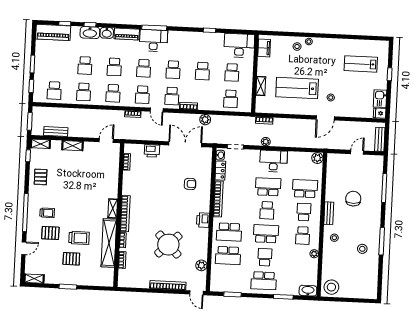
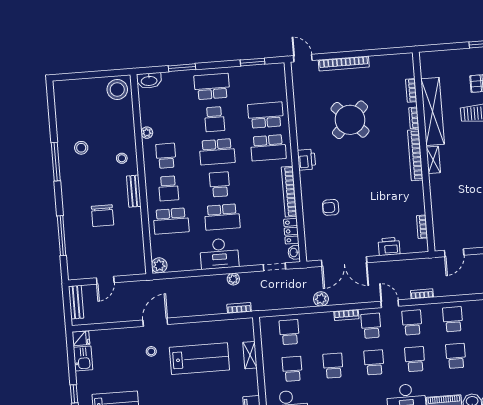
school desk: (229, 232) -> (268, 148), turned 180
plant: (201, 265) -> (301, 97), removed

